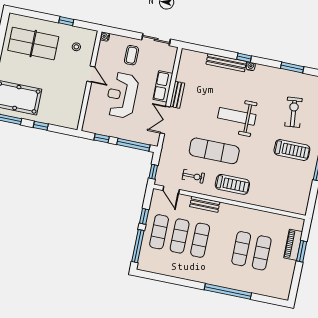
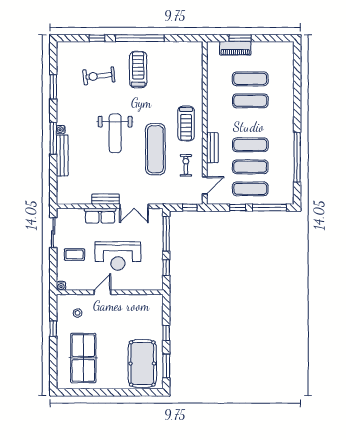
window: (244, 58) -> (53, 138), width x2.17
treadmill: (232, 184) -> (186, 123), turned 180
window: (228, 291) -> (297, 157), moved

